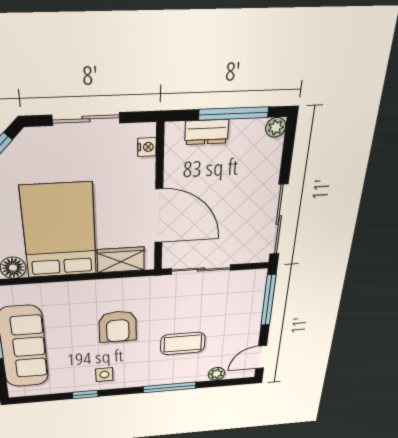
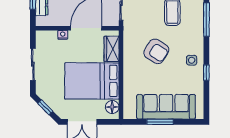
nightstand: (147, 147) -> (63, 35), moved
armchair: (118, 327) -> (156, 51), turned 32

